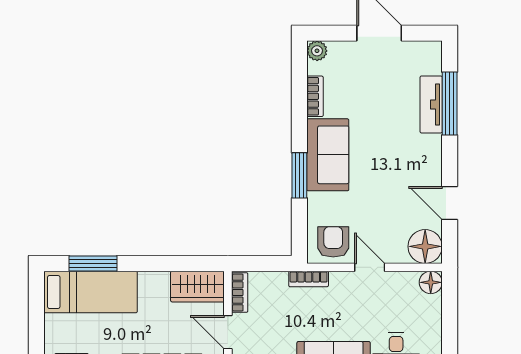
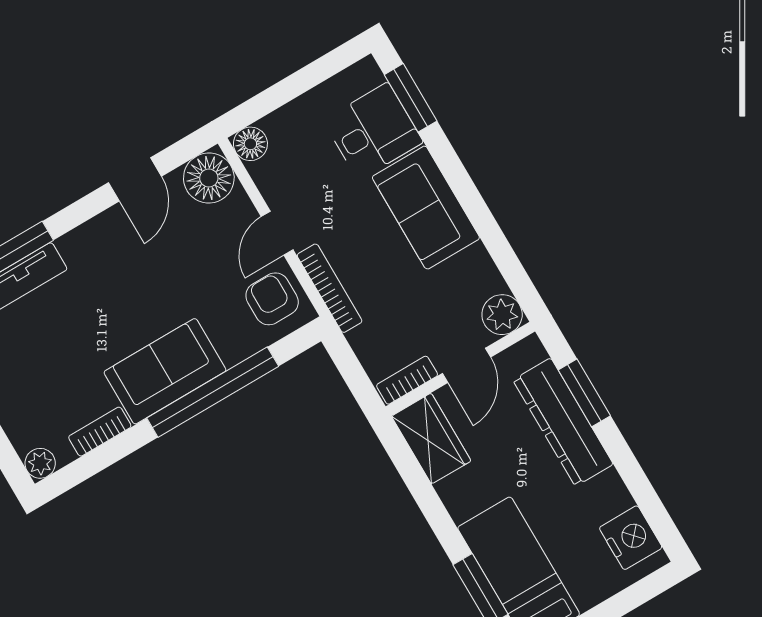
window: (299, 175) -> (213, 392), width x2.11
armchair: (333, 242) -> (272, 299), turned 90
bookcase: (309, 279) -> (330, 288), width x1.56

